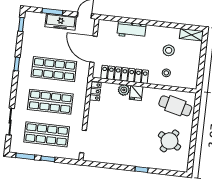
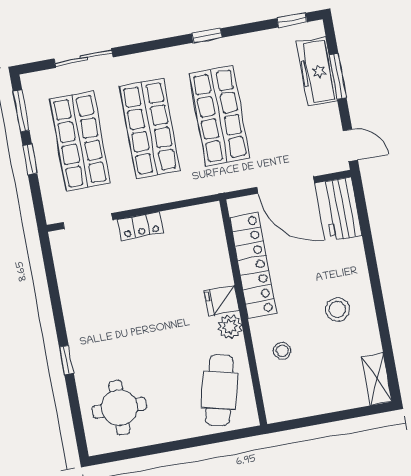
freezer: (61, 22) -> (317, 72), moved
workbench: (131, 30) -> (341, 209), moved
door: (93, 49) -> (286, 185), swing flipped
stool: (169, 50) -> (338, 309), moved
plant: (124, 90) -> (230, 327), moved
locker: (95, 91) -> (141, 226), moved
round table: (169, 141) -> (119, 408), moved, turned -31

